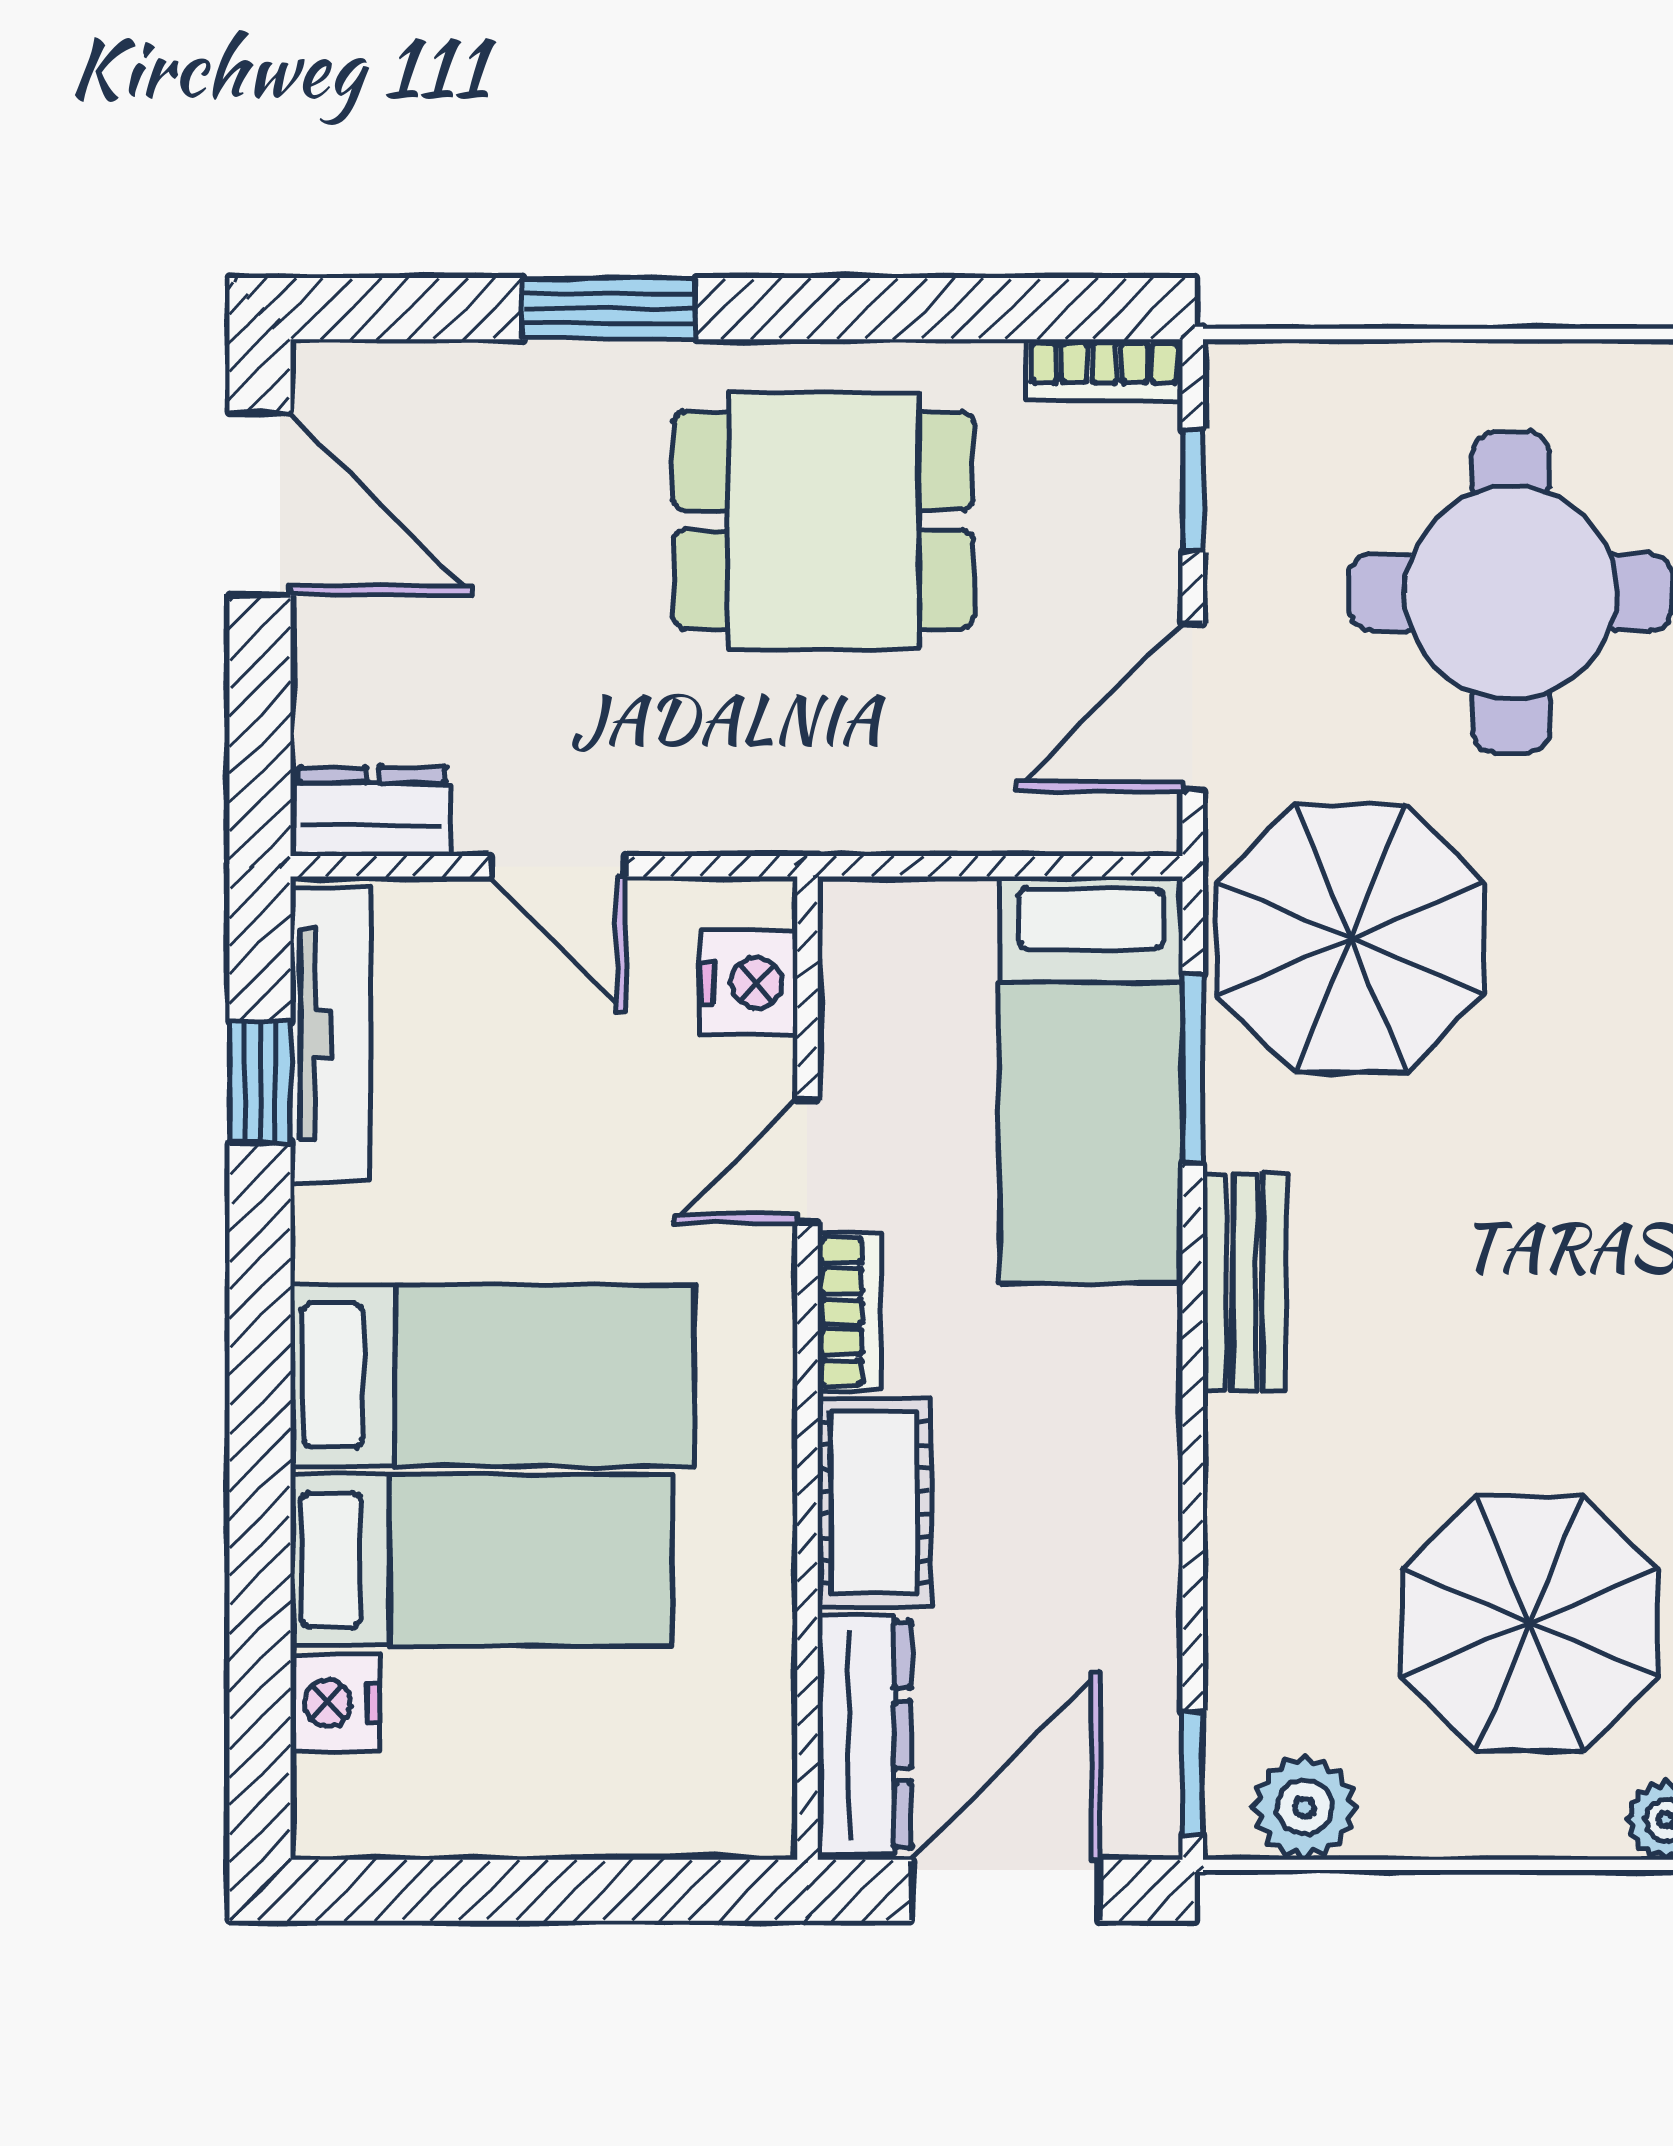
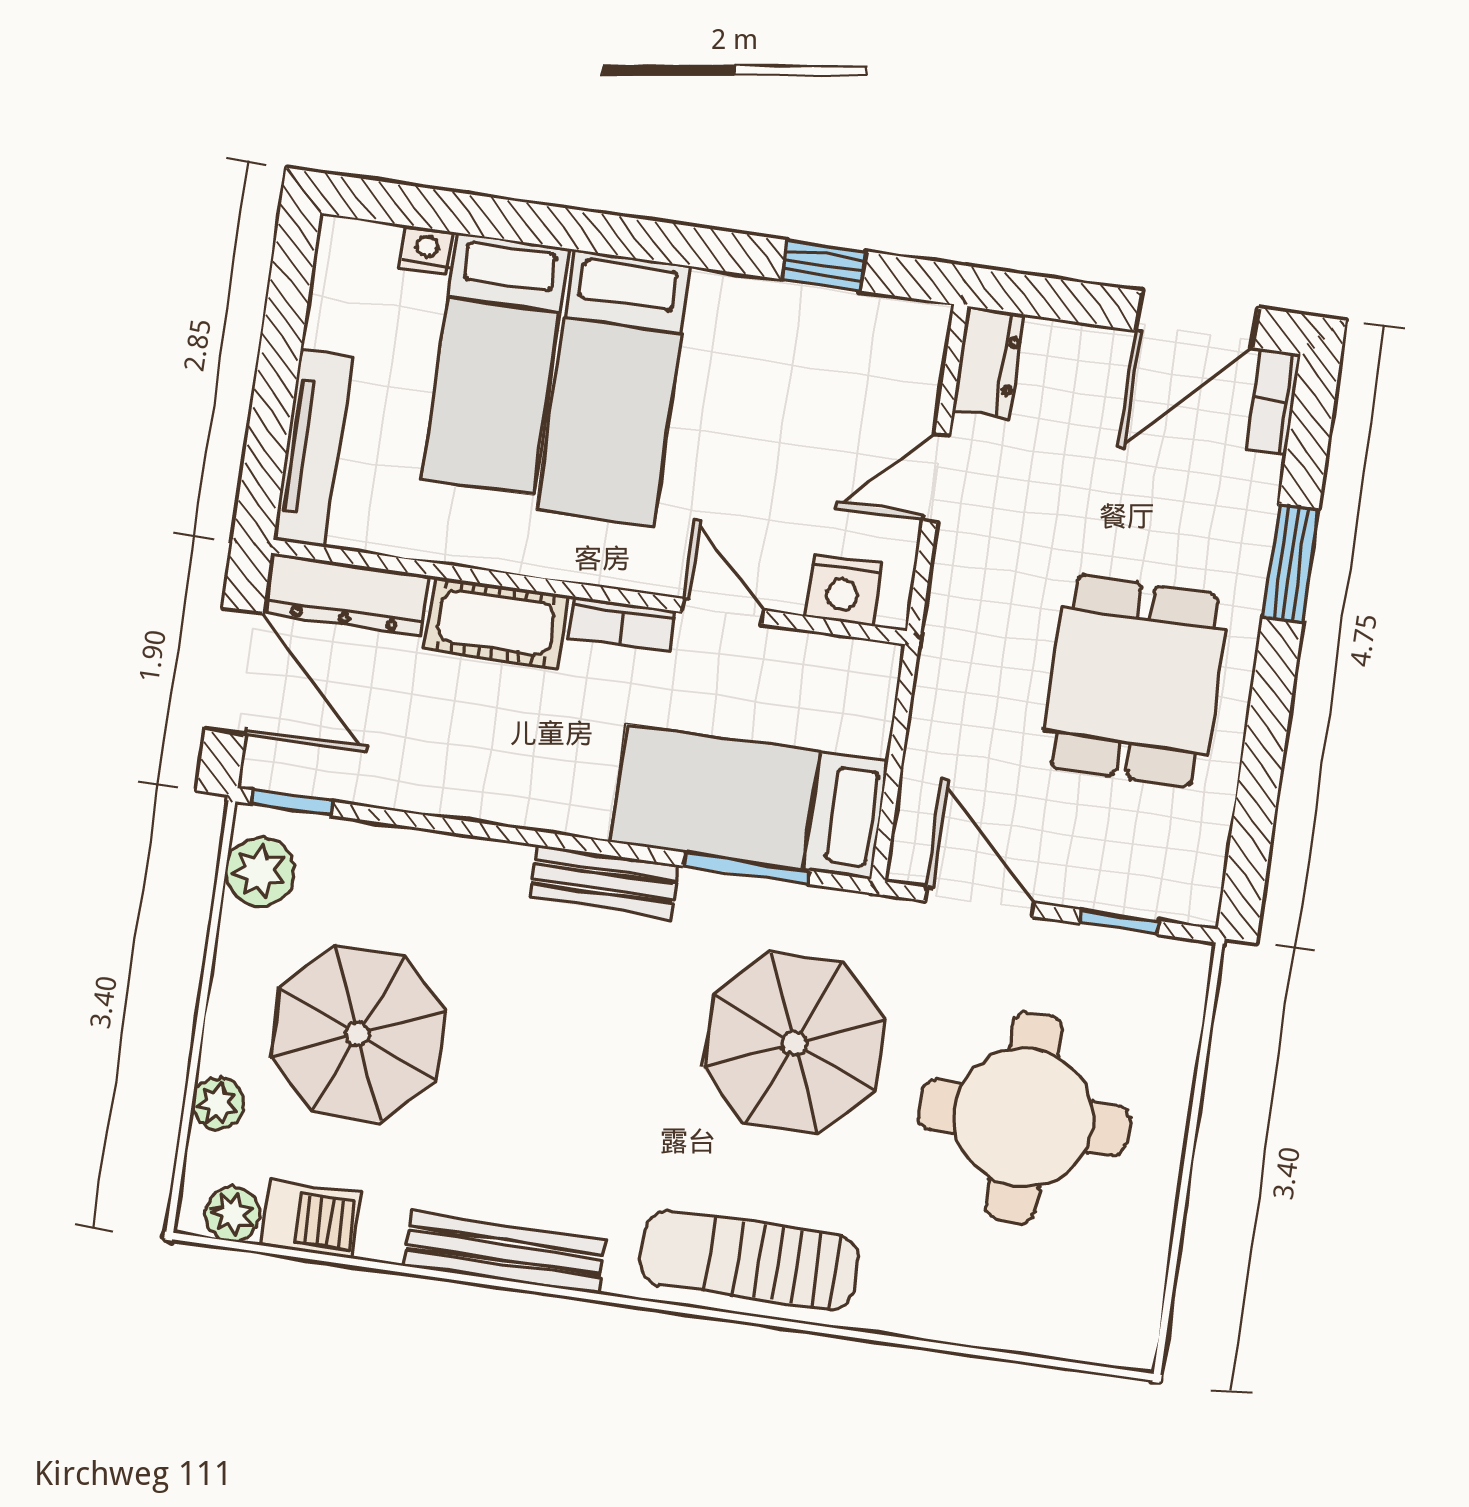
bookcase: (1104, 370) -> (1273, 402), moved
parasol: (1350, 938) -> (794, 1043), moved
tv unit: (331, 1034) -> (313, 448), moved, turned -90
nightstand: (335, 1703) -> (427, 250), width x0.72, depth x0.74

